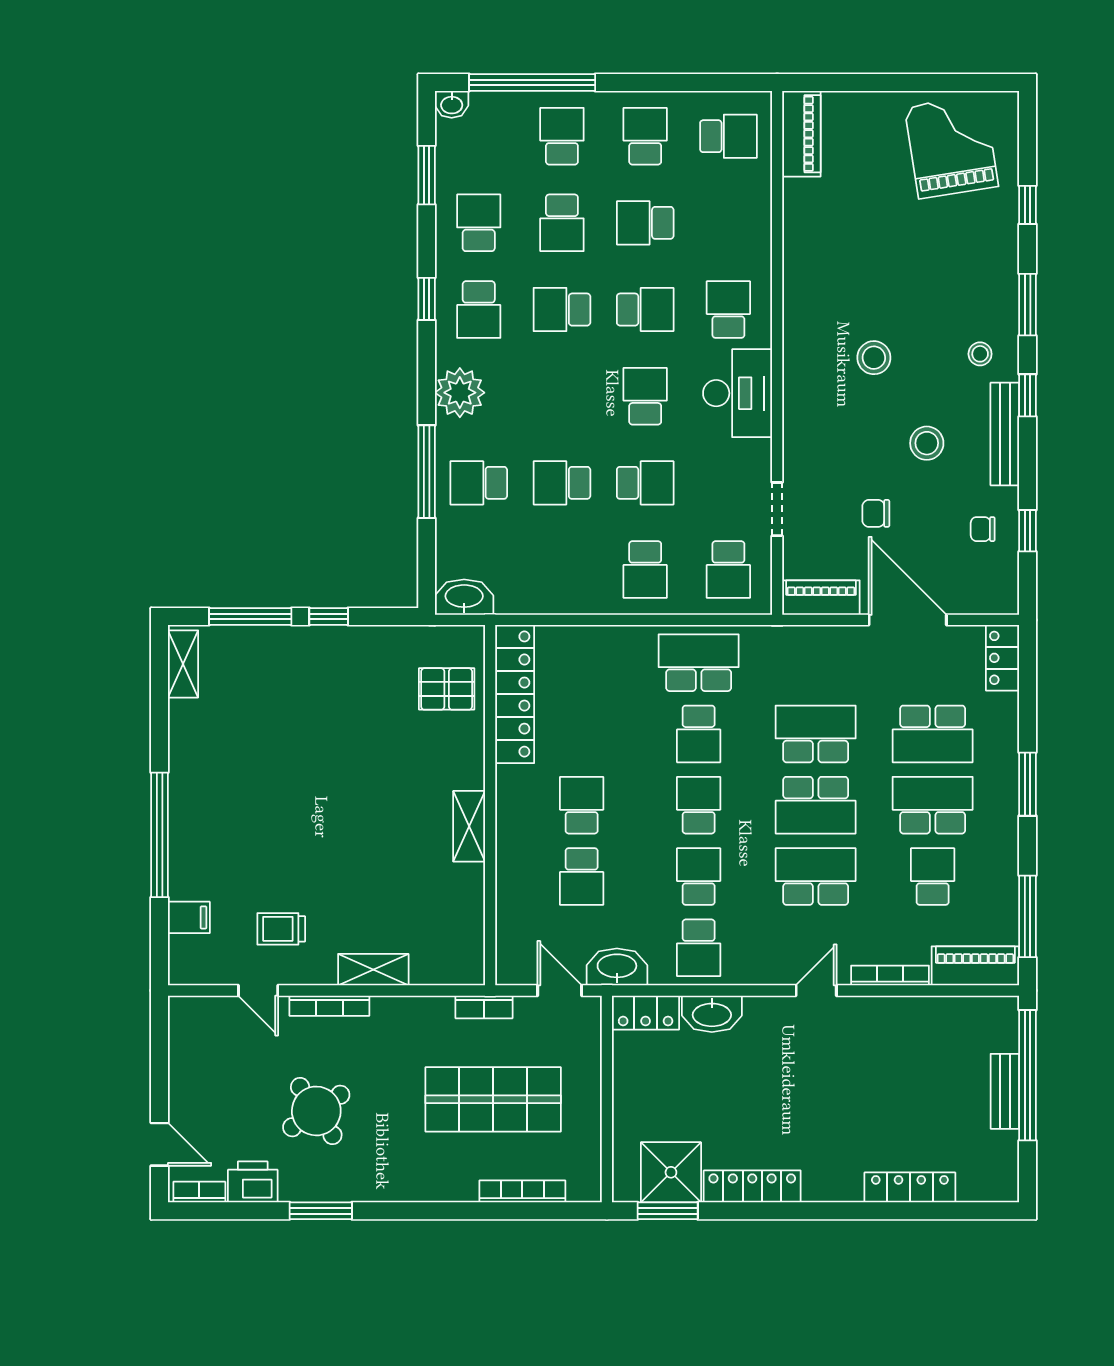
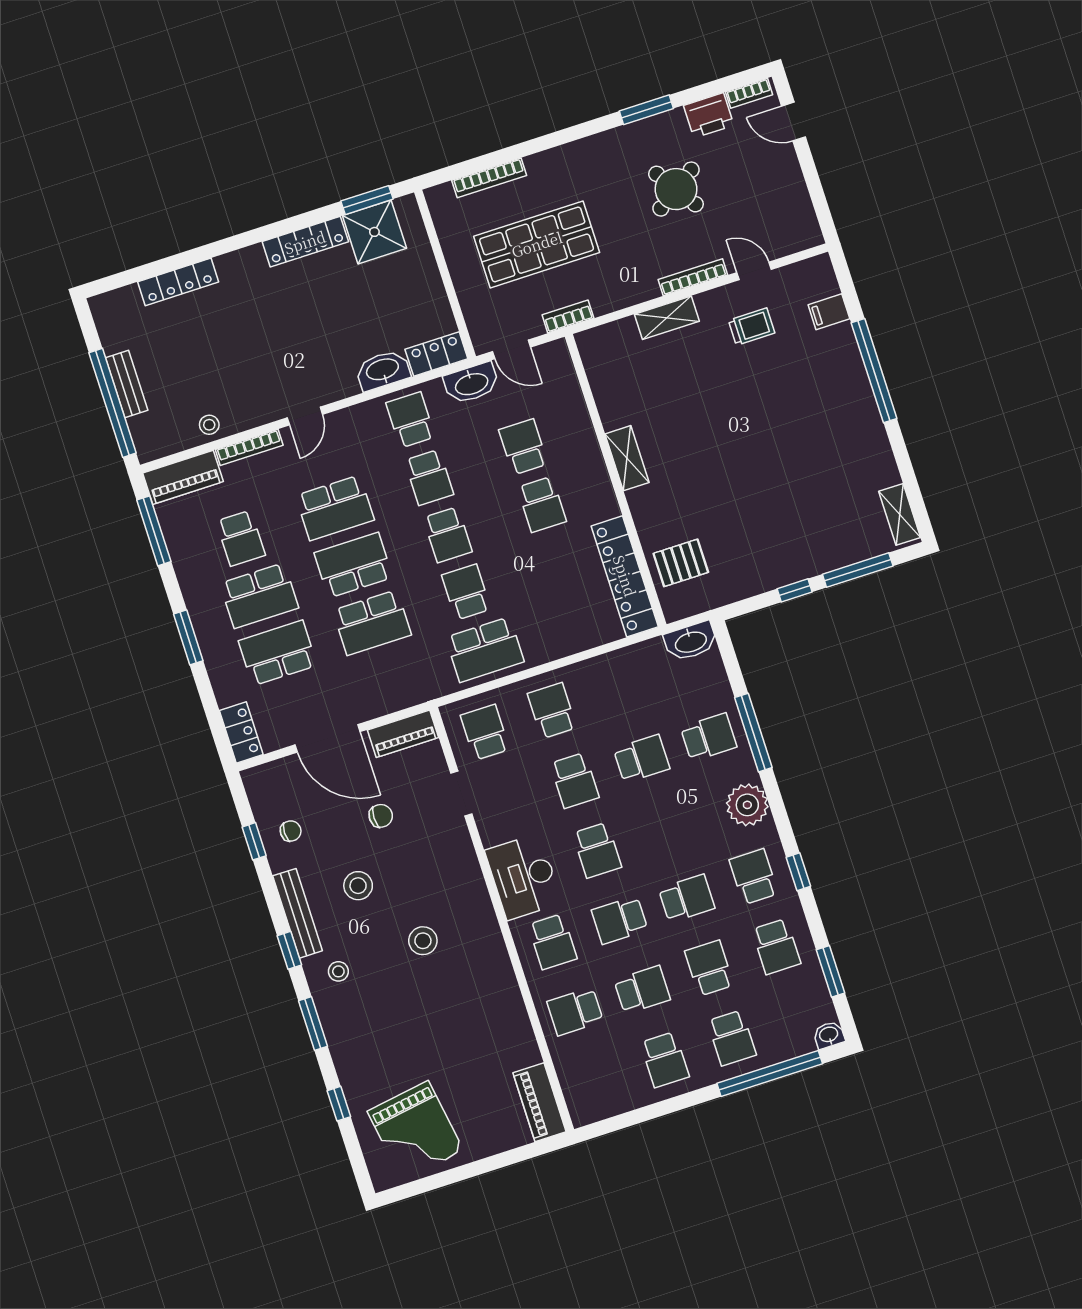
school desk: (728, 136) -> (575, 1011), moved
school desk: (645, 483) -> (575, 780), turned -90
stool: (927, 1015) -> (209, 425), added

